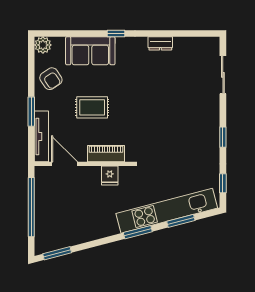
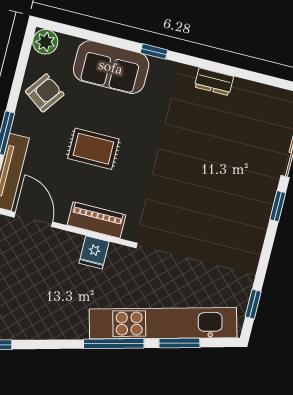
armchair: (51, 79) -> (45, 93), turned -110
window: (223, 137) -> (278, 206), moved
window: (138, 232) -> (114, 344), width x1.44

